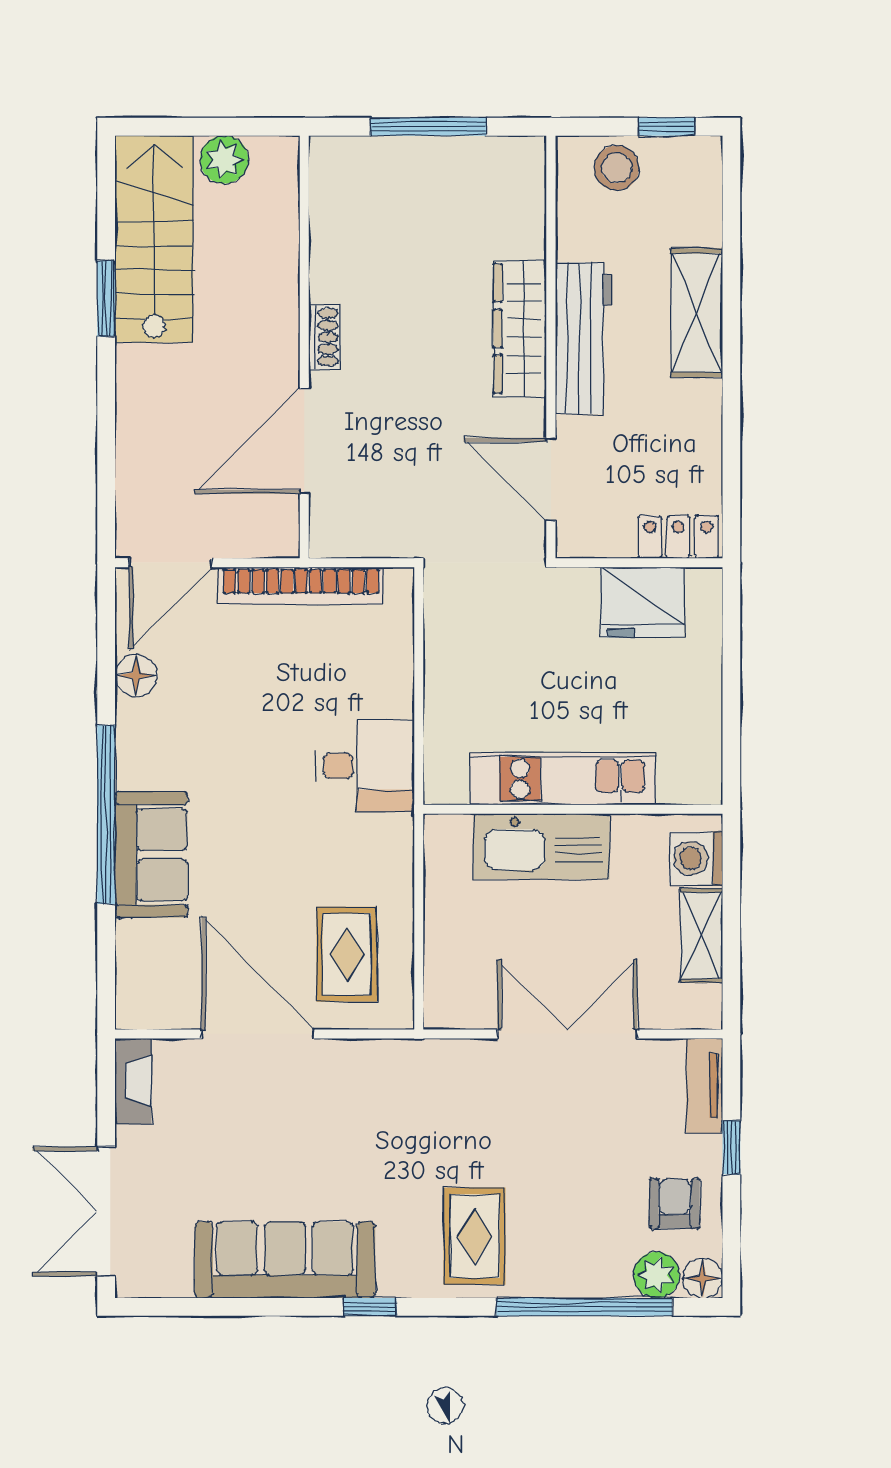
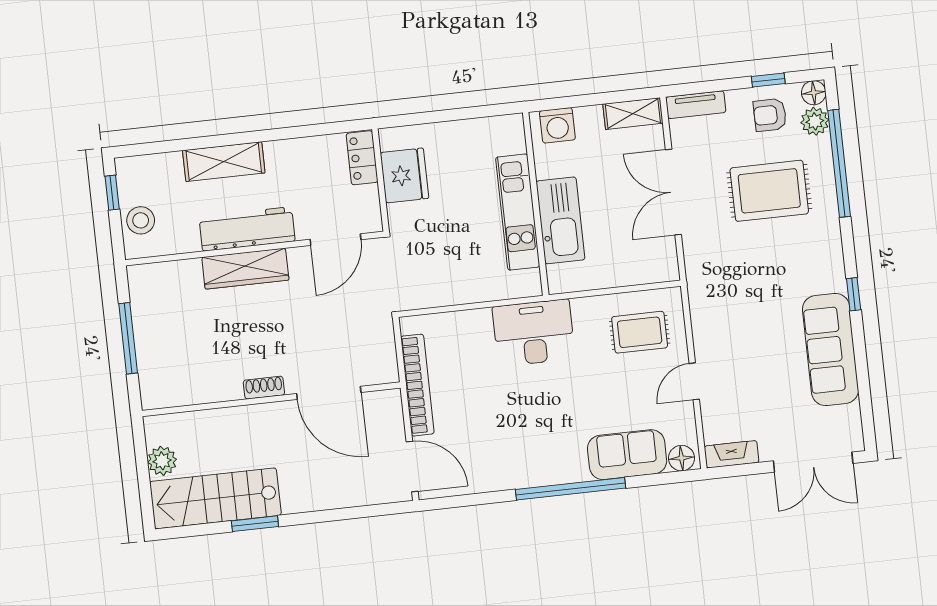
floor lamp: (136, 676) -> (682, 458), moved
desk: (365, 766) -> (534, 333), width x1.37
sofa: (151, 855) -> (627, 455), moved
shelving: (701, 936) -> (633, 114), moved
door: (258, 1034) -> (694, 381), width x0.53
window: (731, 1148) -> (768, 80), moved
rug: (475, 1236) -> (769, 191), moved, width x1.36, depth x1.43

